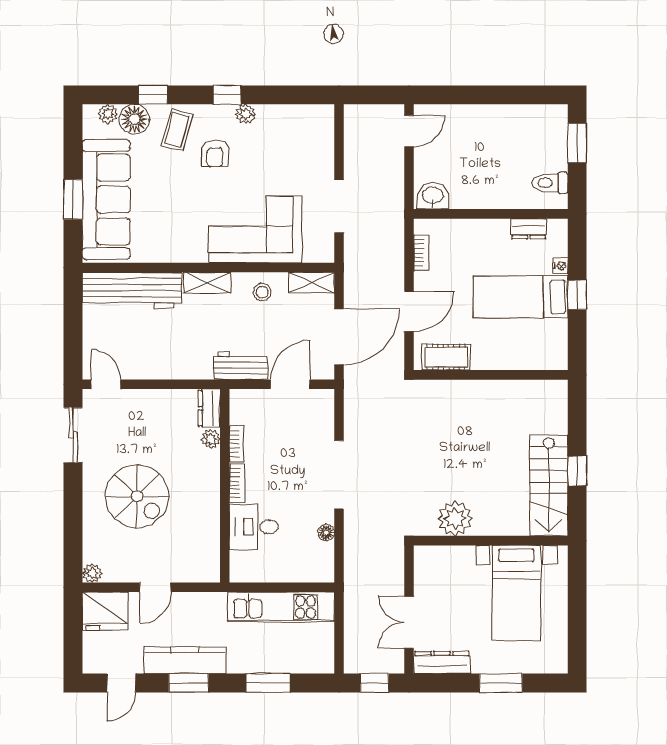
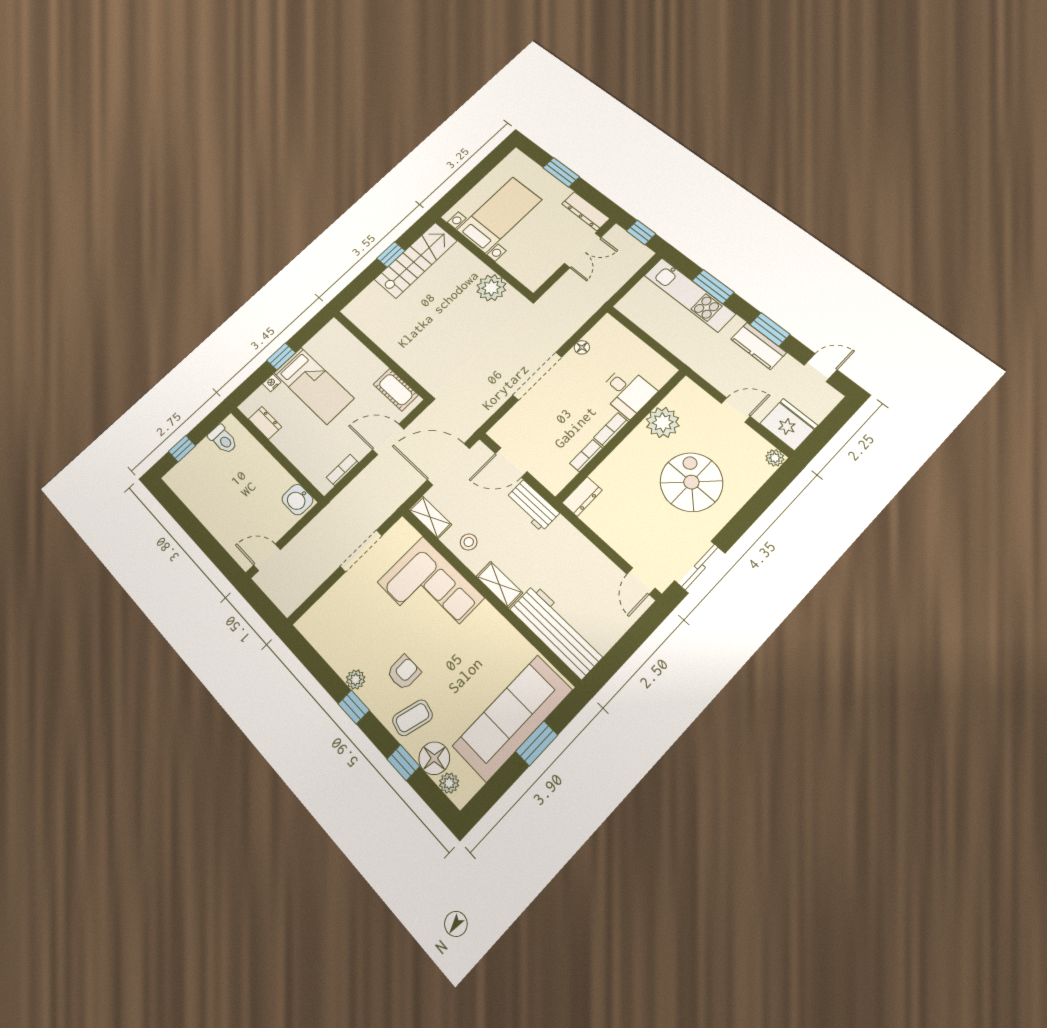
window: (577, 143) -> (182, 449), width x0.67
plant: (211, 439) -> (663, 422), moved, width x1.88, depth x1.88
kitchen unit: (281, 607) -> (689, 294), moved, turned 180
kitchen counter: (185, 660) -> (759, 346), width x0.67

